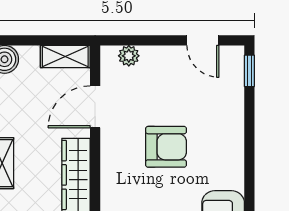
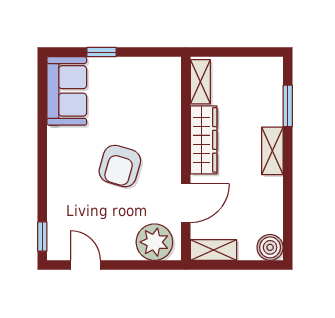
plant: (129, 56) -> (154, 242), width x1.88, depth x1.88
armchair: (166, 147) -> (120, 166), turned -74

